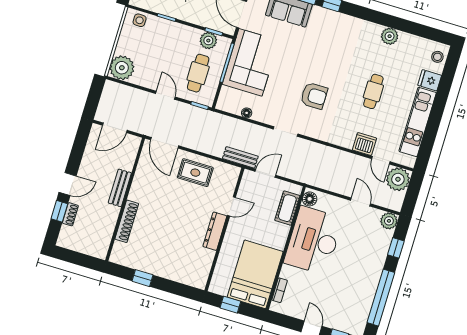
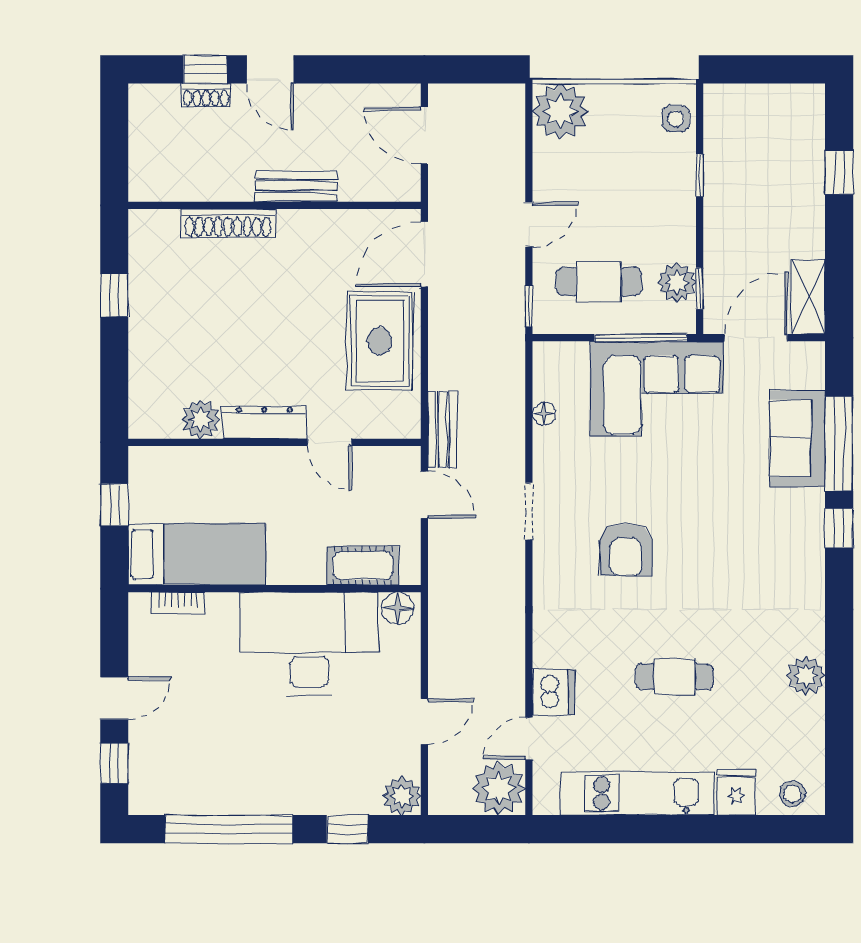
rug: (195, 173) -> (380, 341), width x1.36, depth x1.43
plant: (206, 258) -> (201, 420), added
bed: (255, 274) -> (197, 554), width x0.67

